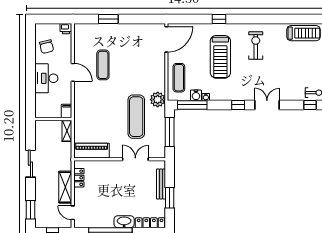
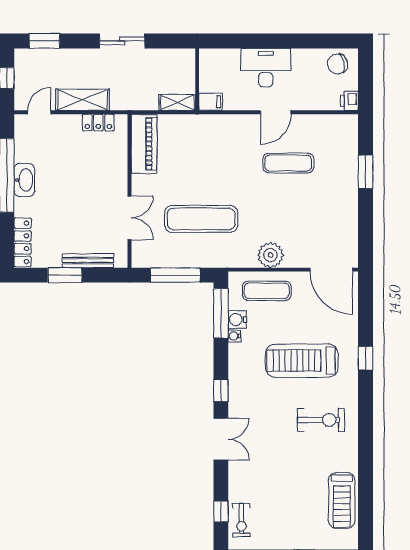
chair: (47, 47) -> (338, 64), moved
plant: (158, 100) -> (270, 255), moved
washbasin: (124, 222) -> (24, 180), moved

